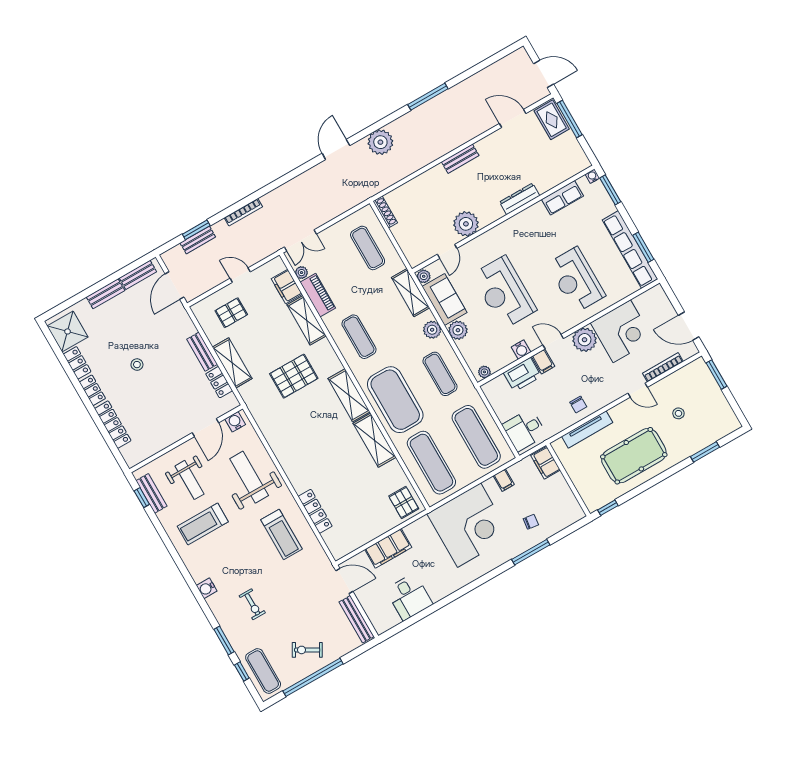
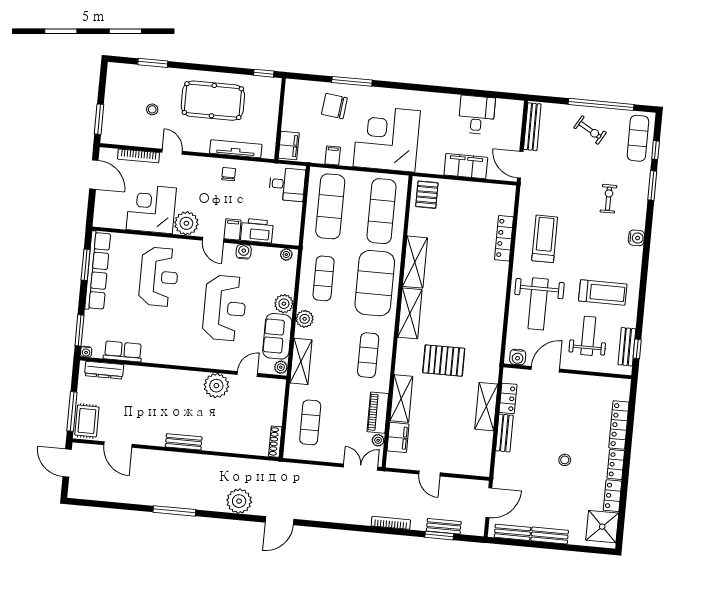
dresser: (520, 199) -> (104, 370), moved
pallet: (231, 313) -> (458, 448), removed
chair: (531, 522) -> (334, 106), width x1.87, depth x1.87

